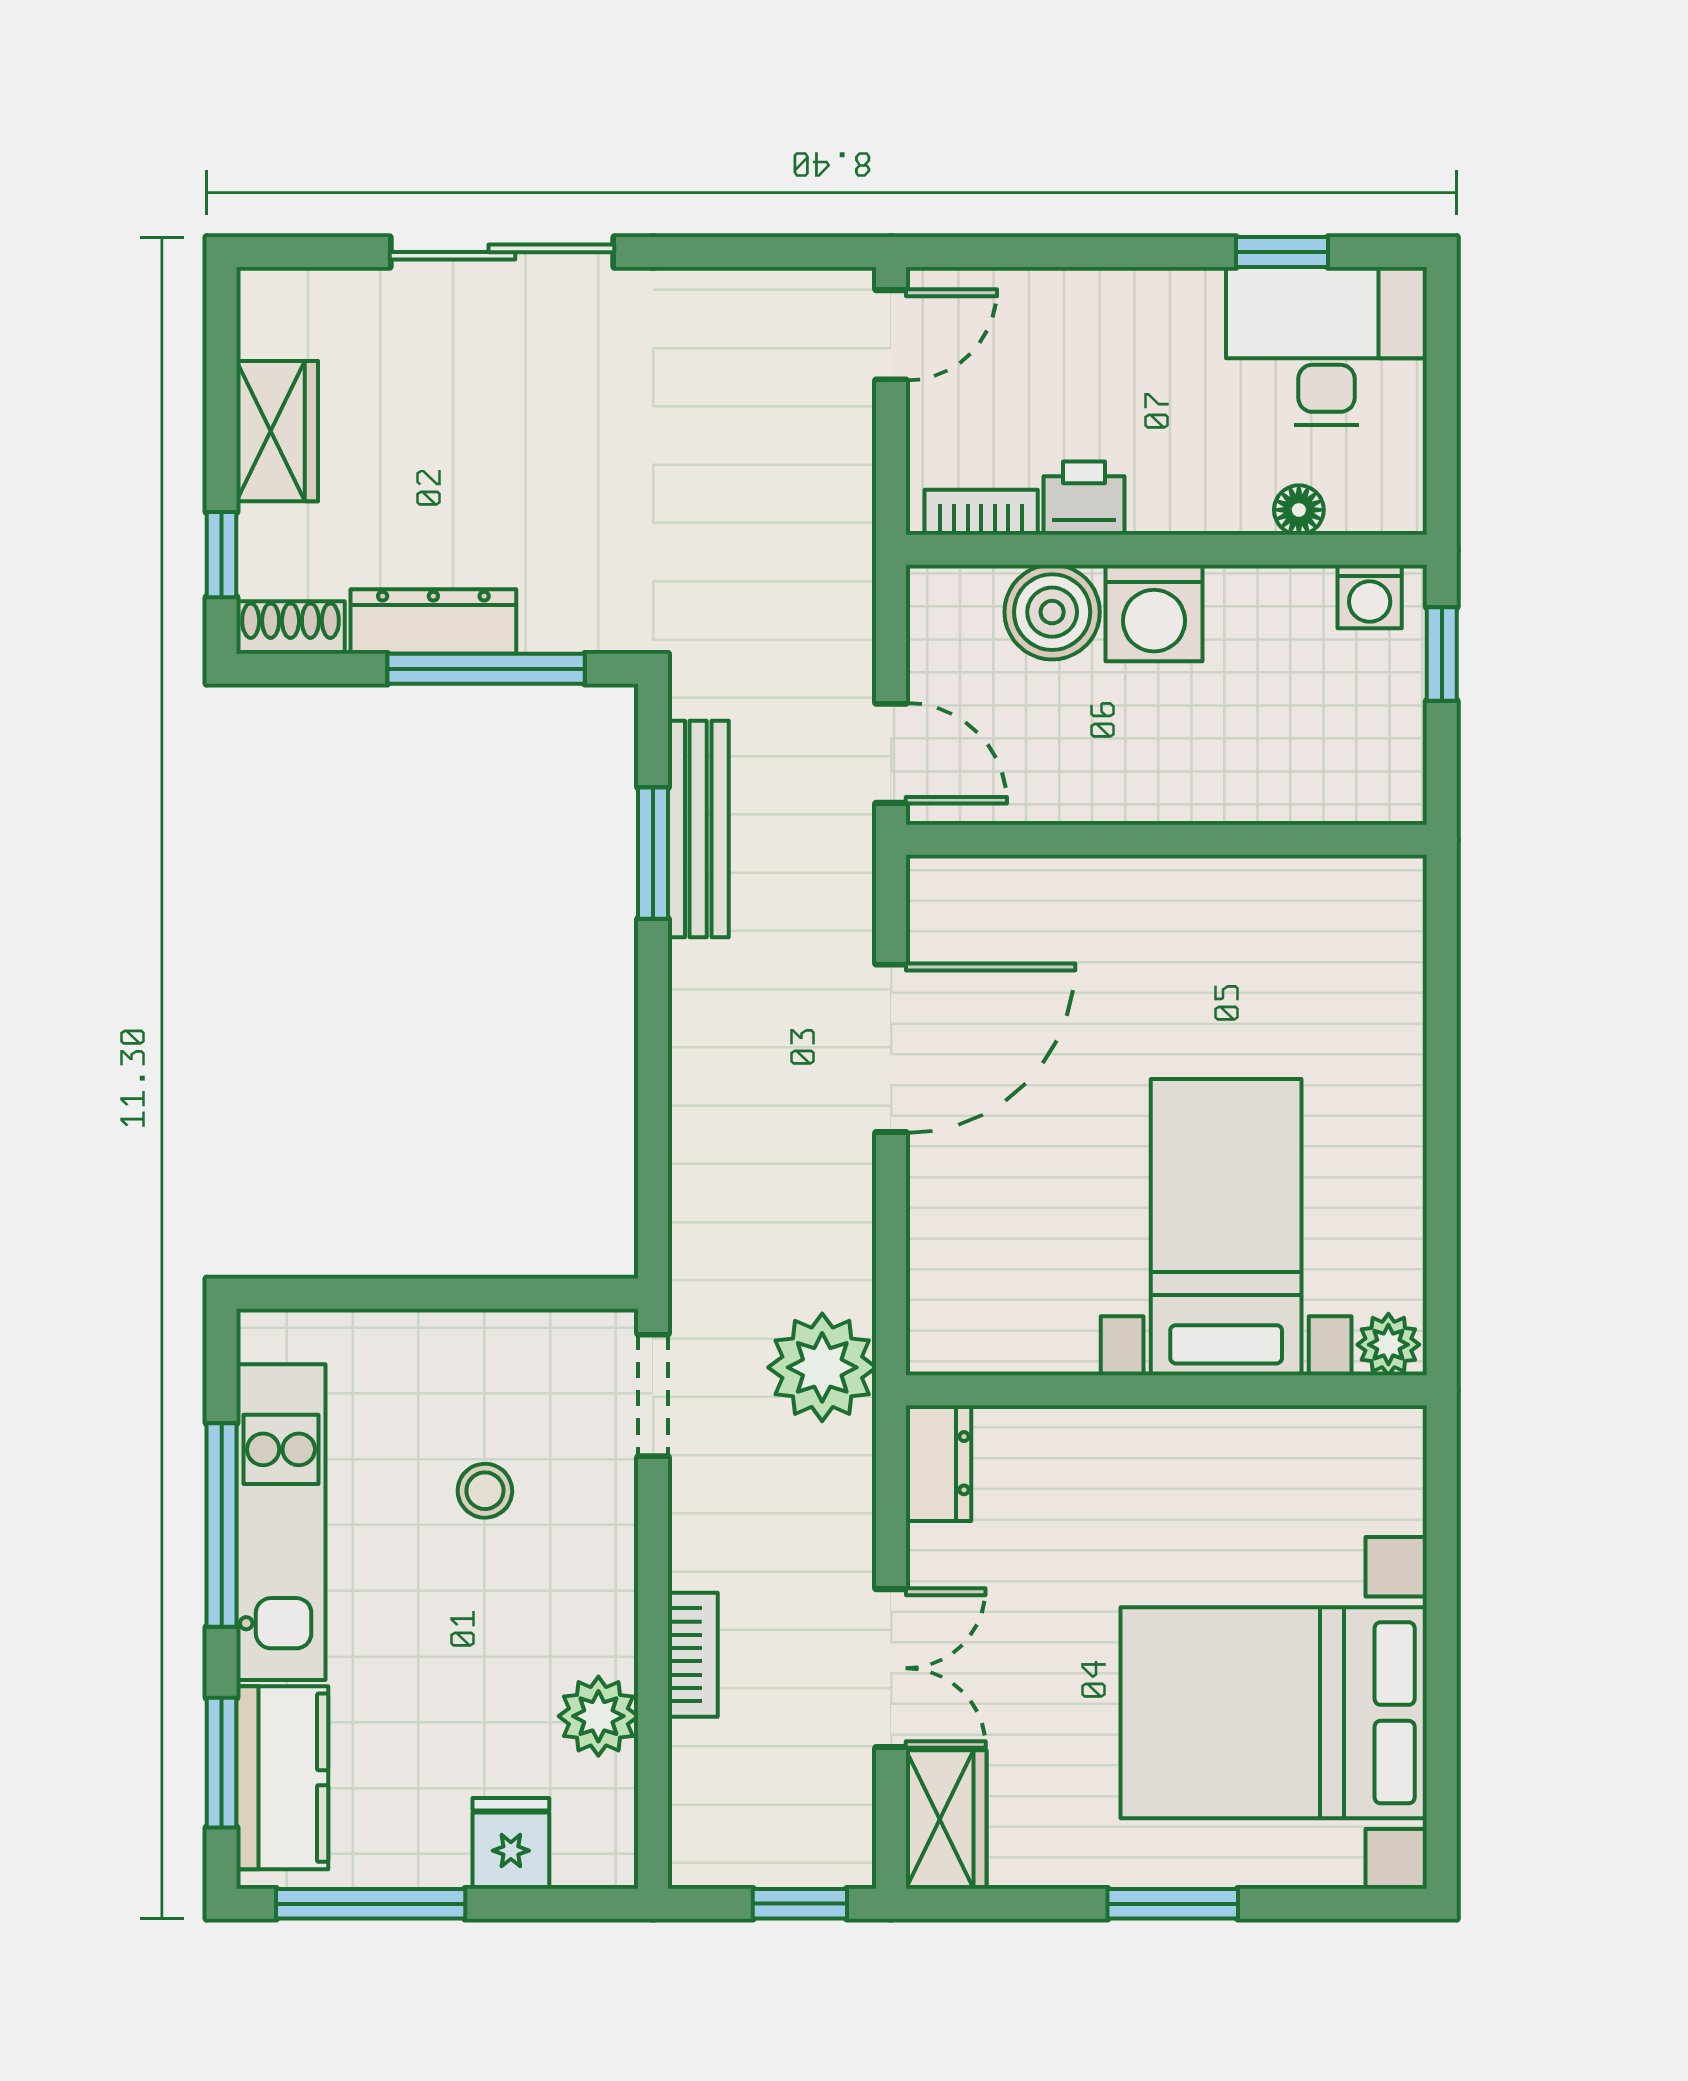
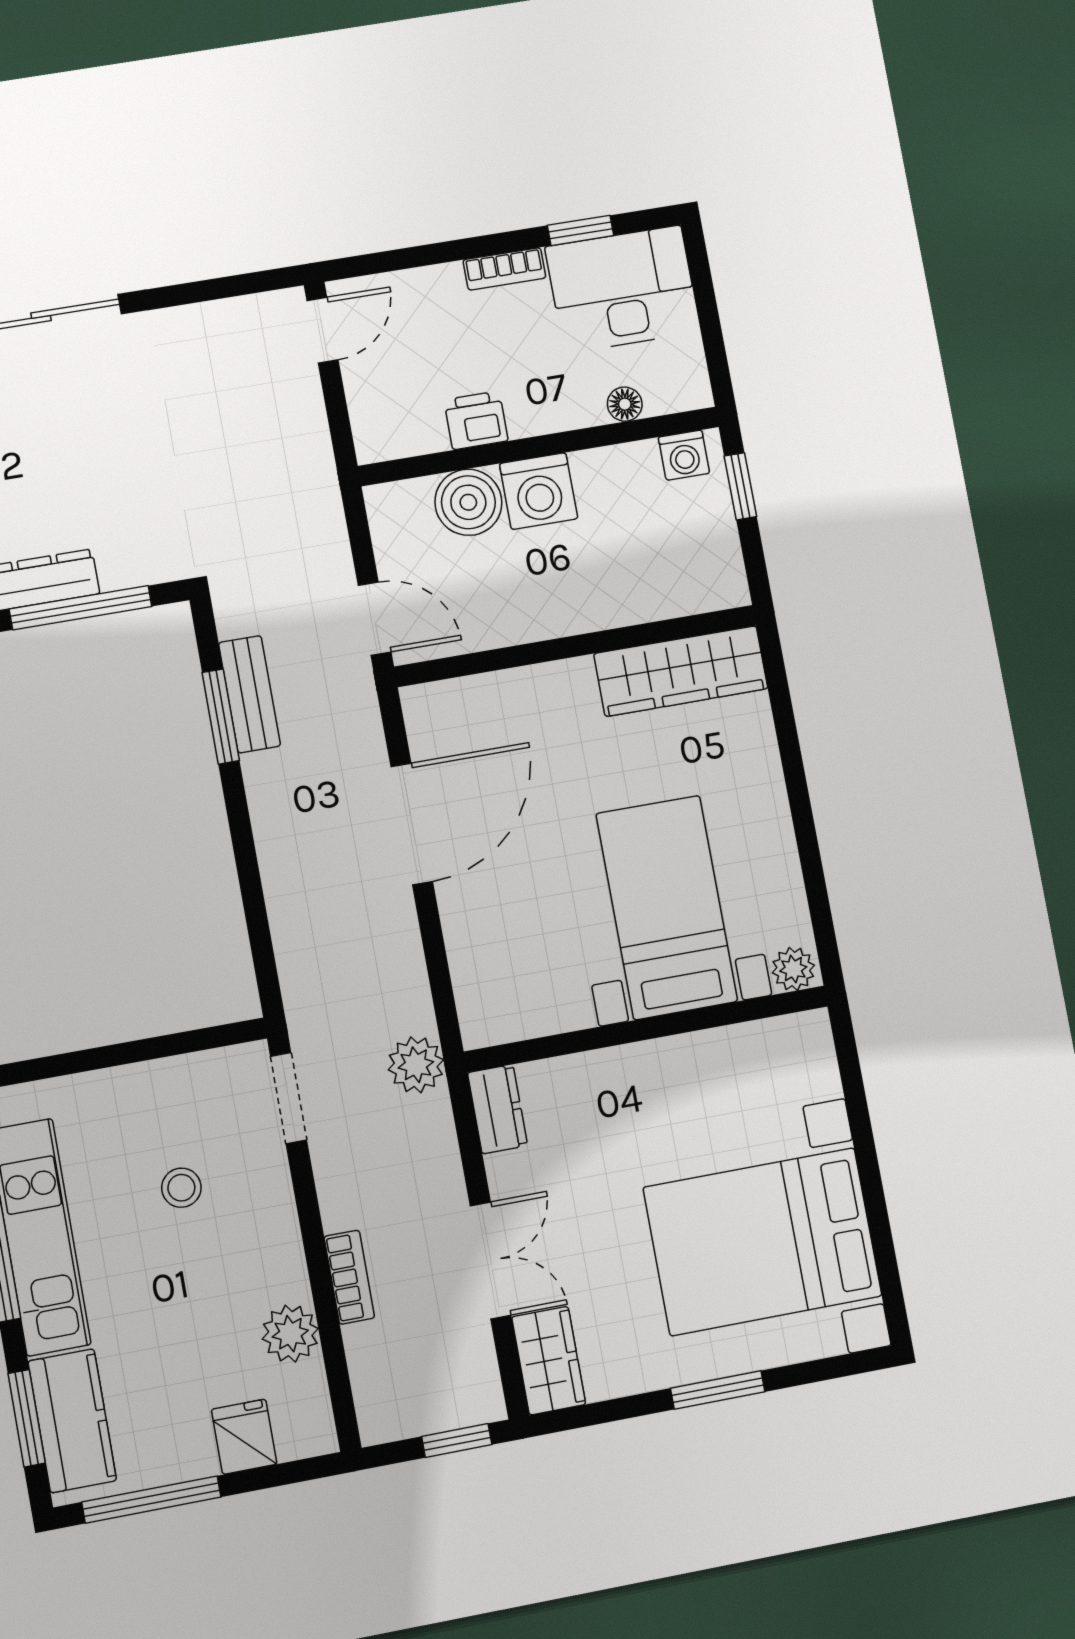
bookcase: (981, 512) -> (504, 269), moved, turned 180
bench: (698, 829) -> (249, 694), width x0.73
wardrobe: (1308, 901) -> (681, 671), added
plant: (822, 1367) -> (416, 1065), width x0.73, depth x0.73

